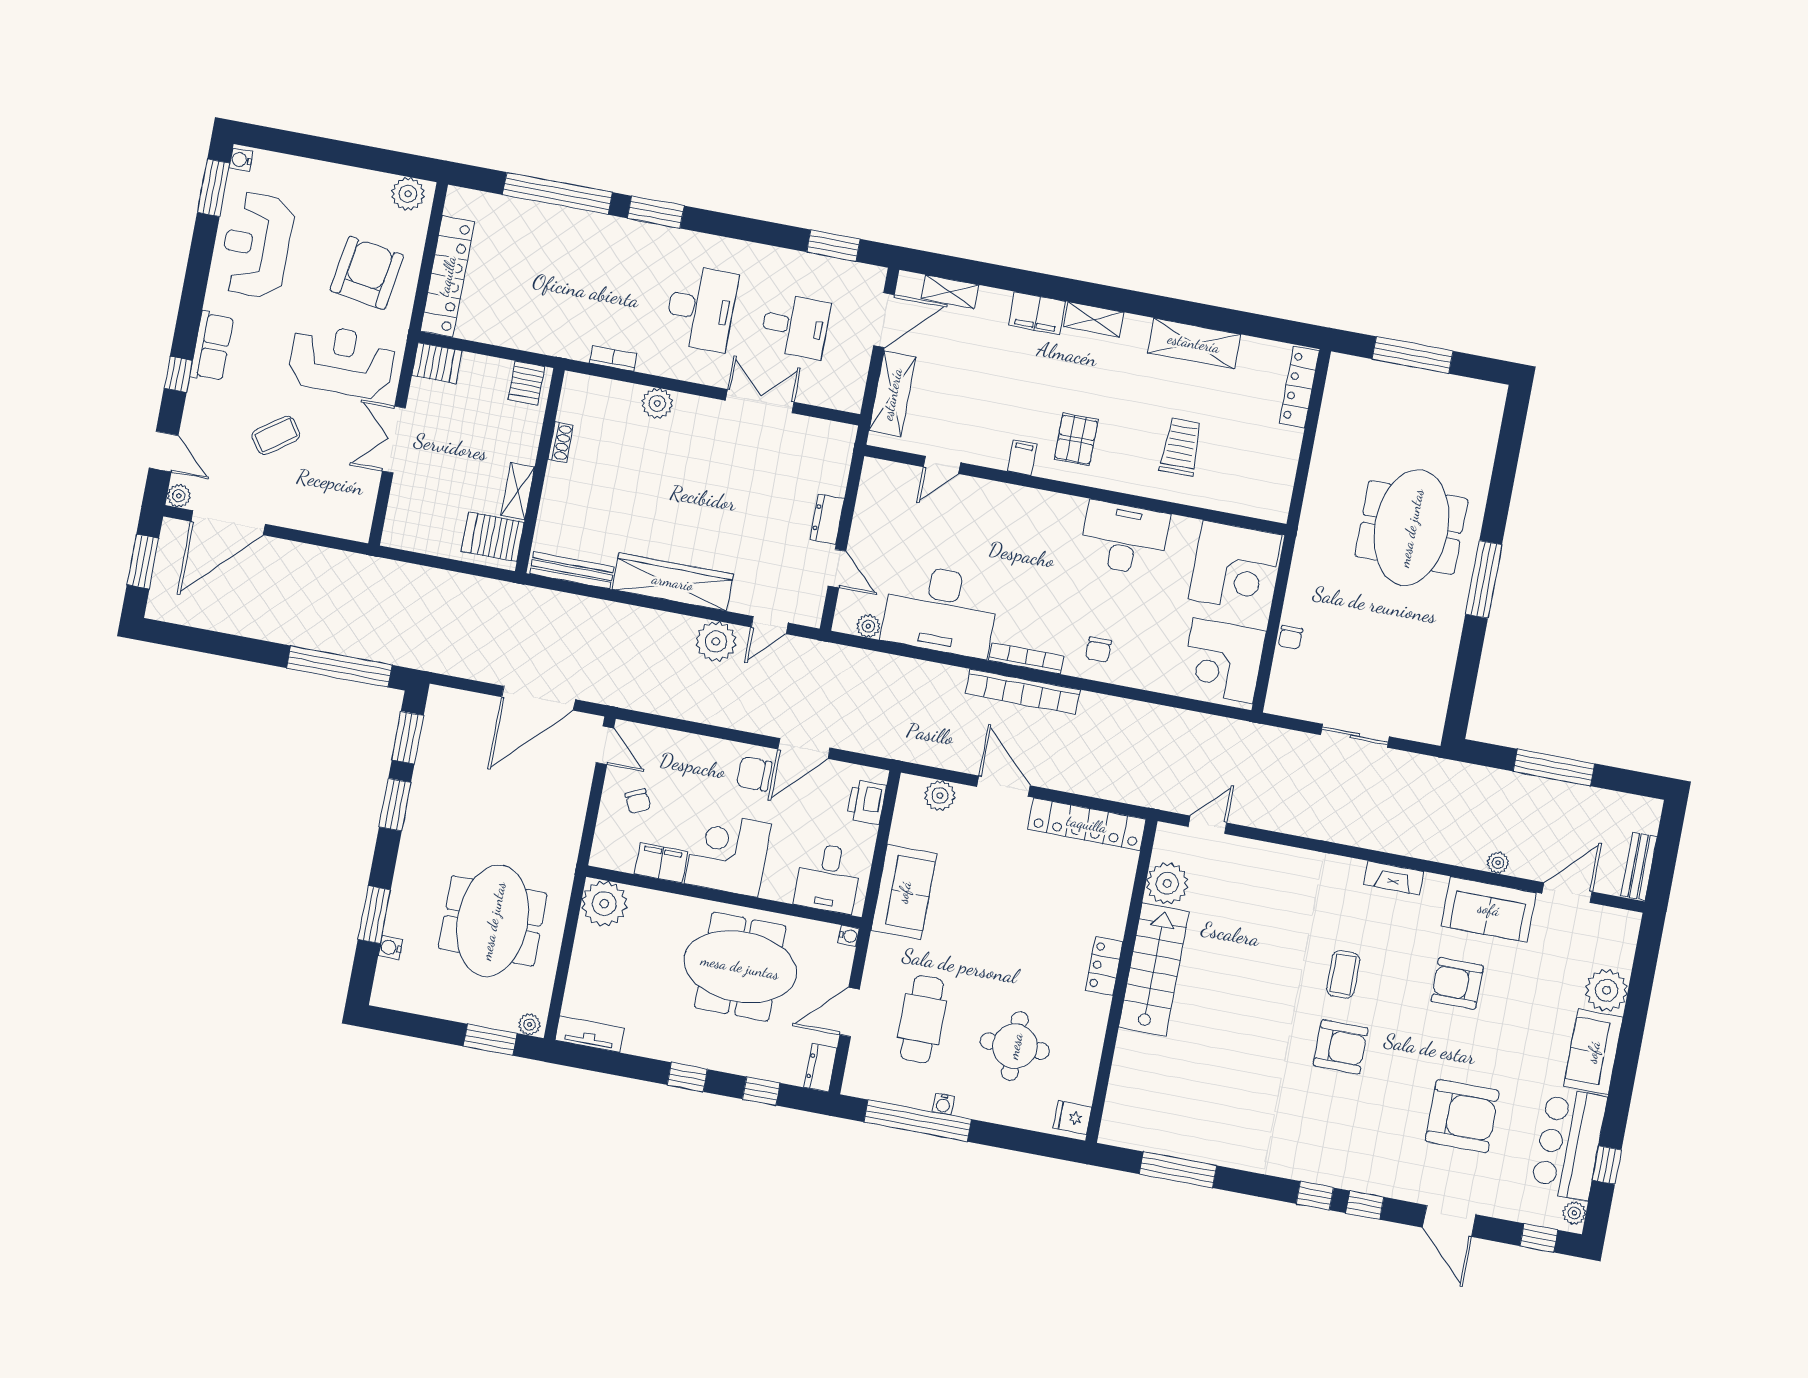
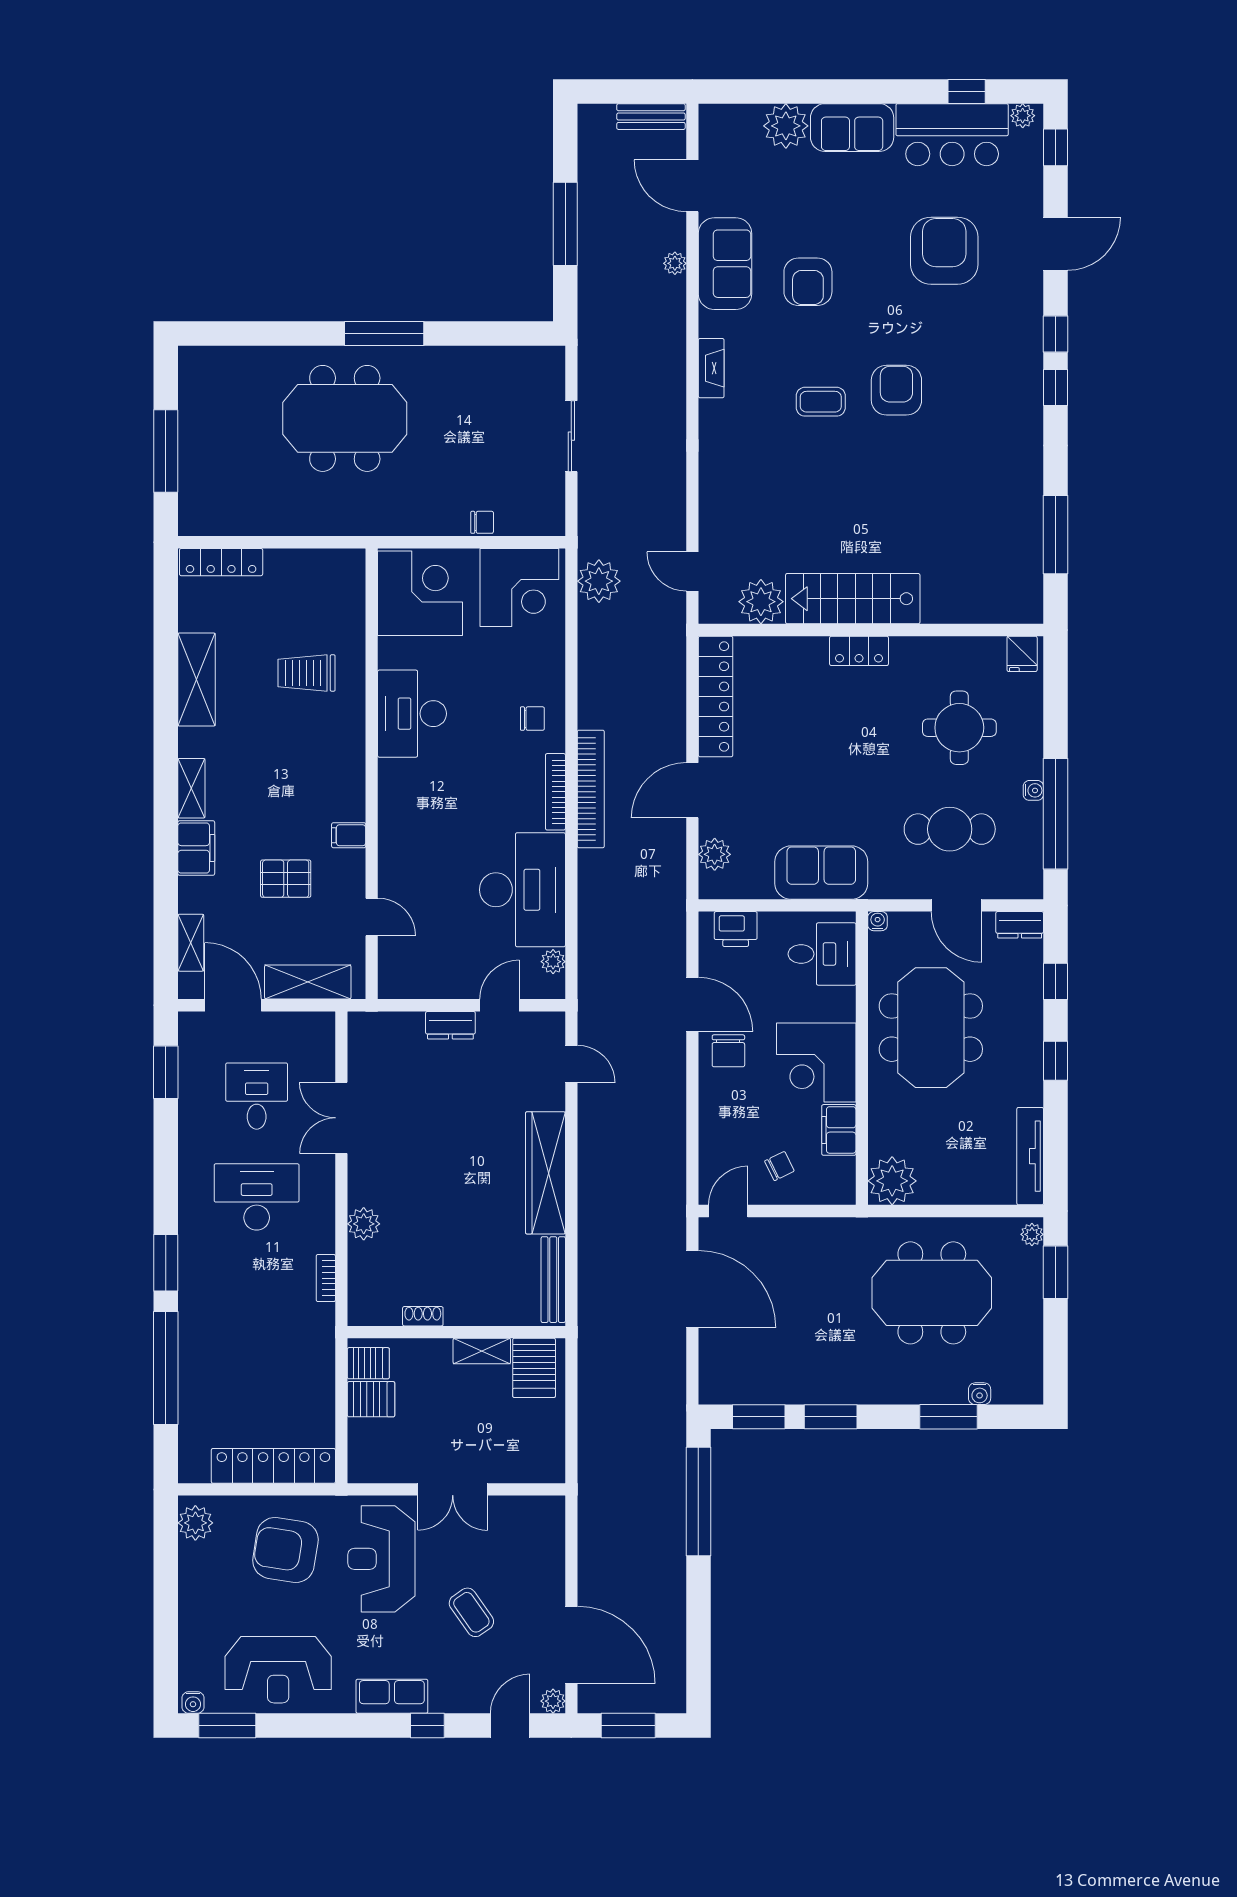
server rack: (437, 363) -> (371, 1399), moved, turned 90
pallet: (1076, 440) -> (286, 879), moved
plant: (716, 641) -> (599, 581), moved
tv unit: (590, 1034) -> (1030, 1156), width x1.41

